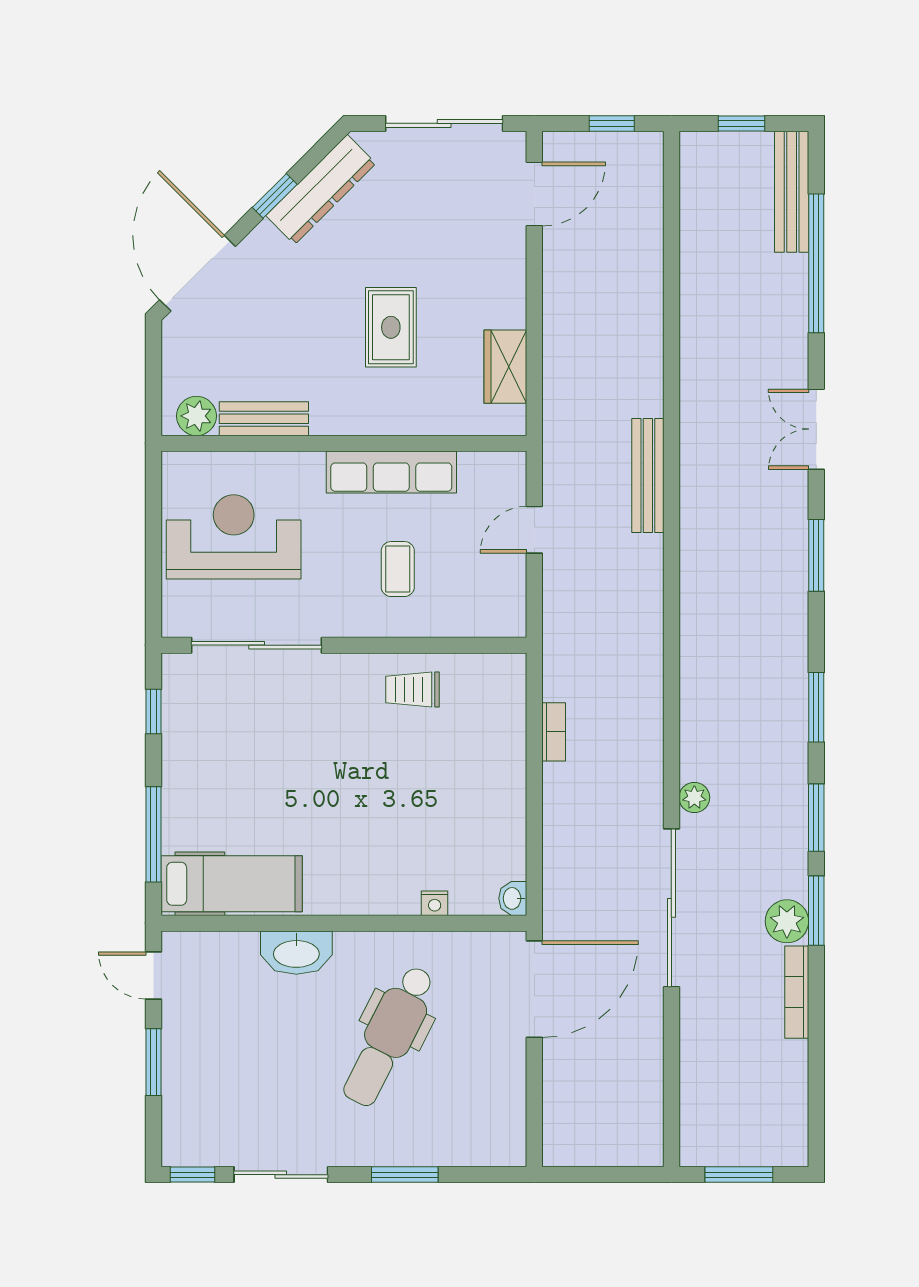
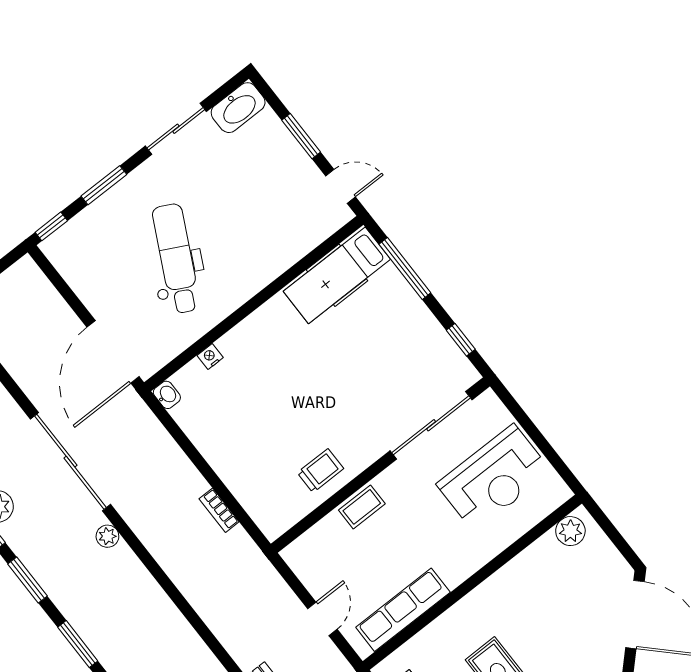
bench: (264, 419) -> (530, 560), removed
row of seats: (391, 472) -> (403, 610), moved
coffee table: (398, 569) -> (362, 507), moved, turned 90
washbasin: (296, 953) -> (238, 108), moved, turned 180
window: (193, 1175) -> (51, 226), moved

